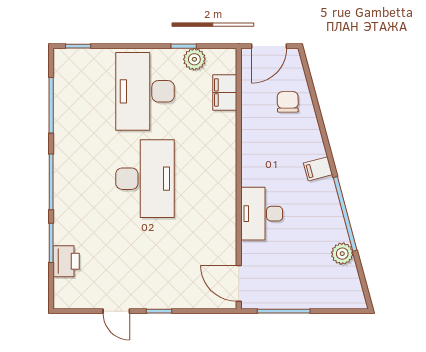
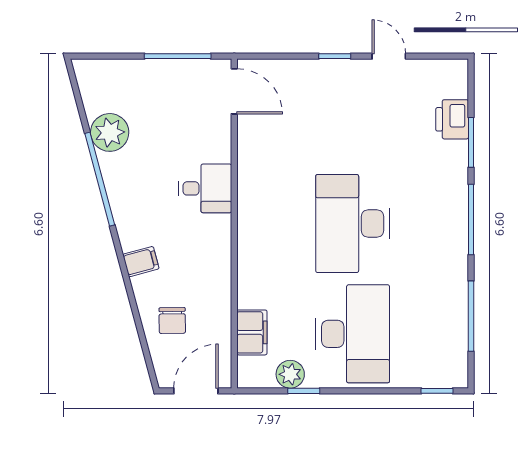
filing cabinet: (318, 169) -> (141, 262), moved
desk: (262, 214) -> (205, 188), width x0.73
plant: (342, 254) -> (110, 132), width x1.36, depth x1.36

